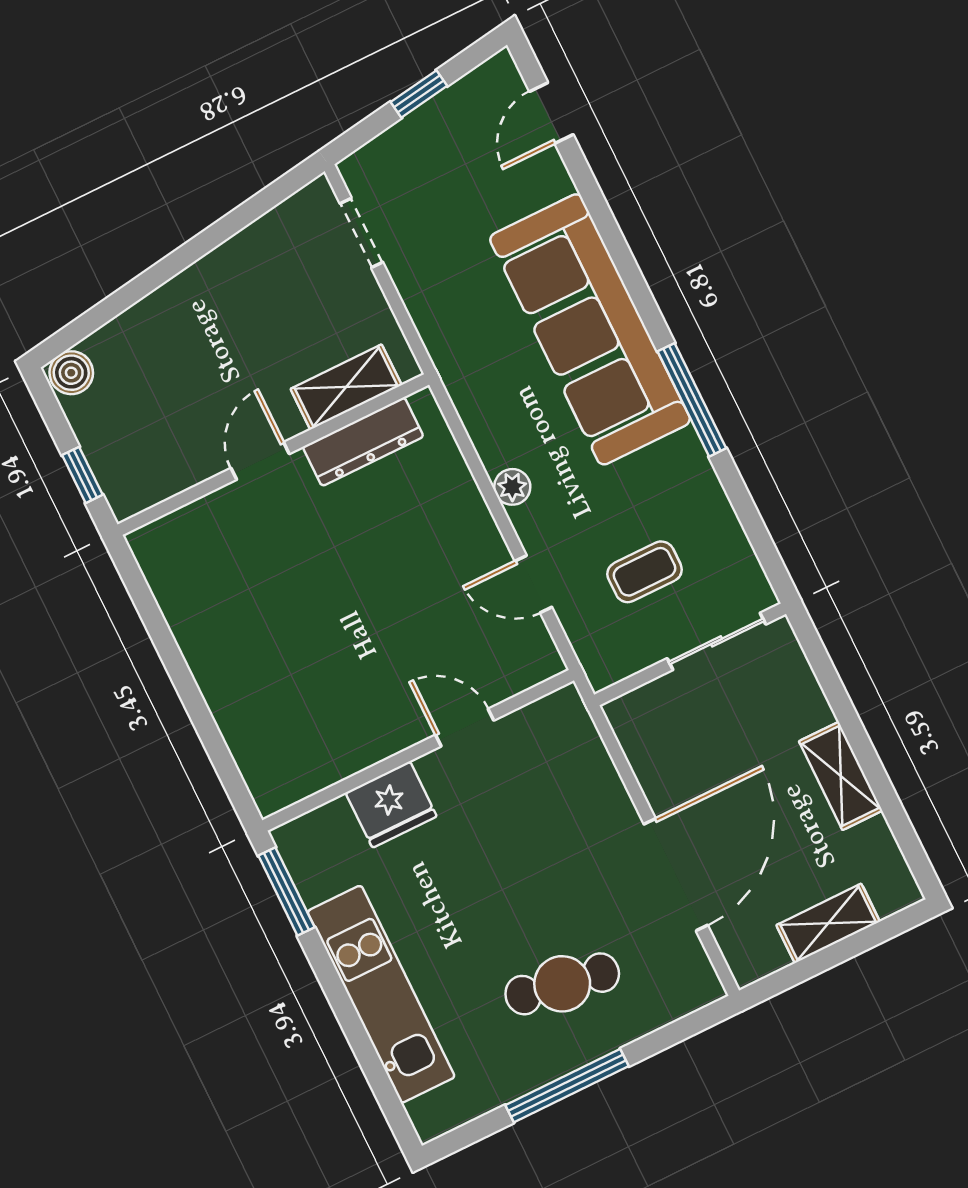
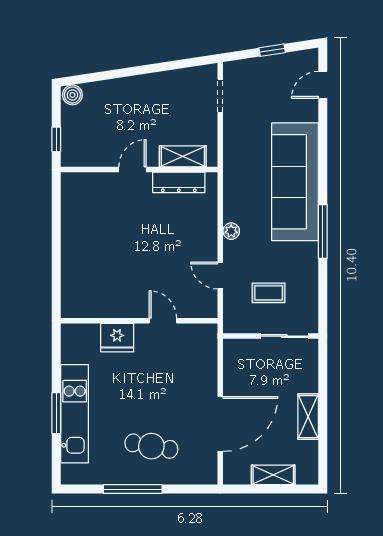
window: (286, 891) -> (56, 413), moved

